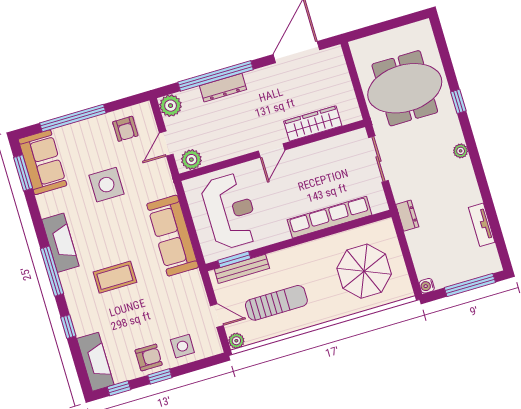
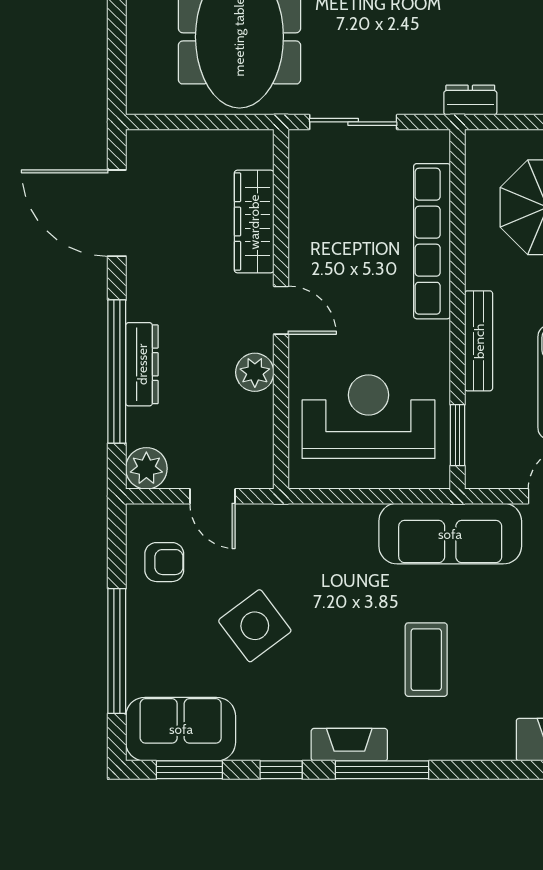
plant: (191, 160) -> (255, 372), moved
side table: (106, 185) -> (255, 626), turned -37
sofa: (173, 236) -> (450, 534), moved
fireplace: (60, 243) -> (349, 745), width x0.73, depth x0.76
bench: (242, 269) -> (479, 341), moved
window: (68, 327) -> (281, 770), moved

